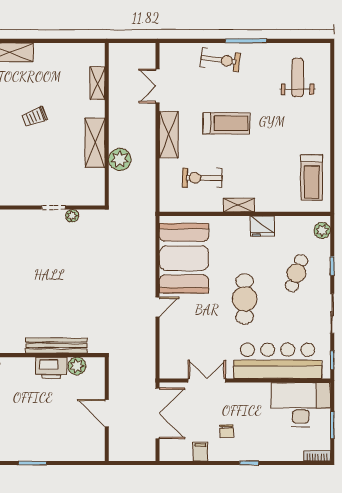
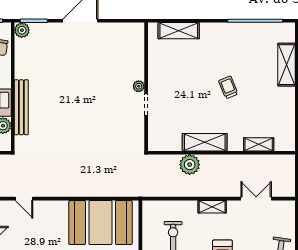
shelving: (169, 135) -> (212, 207), width x0.67, depth x0.75
plant: (72, 216) -> (139, 86), moved
door: (158, 307) -> (24, 199), moved

